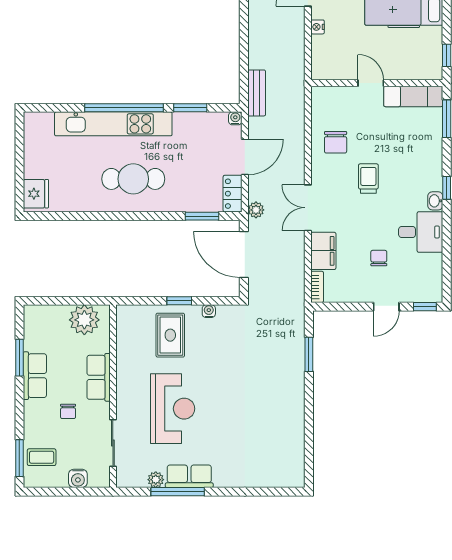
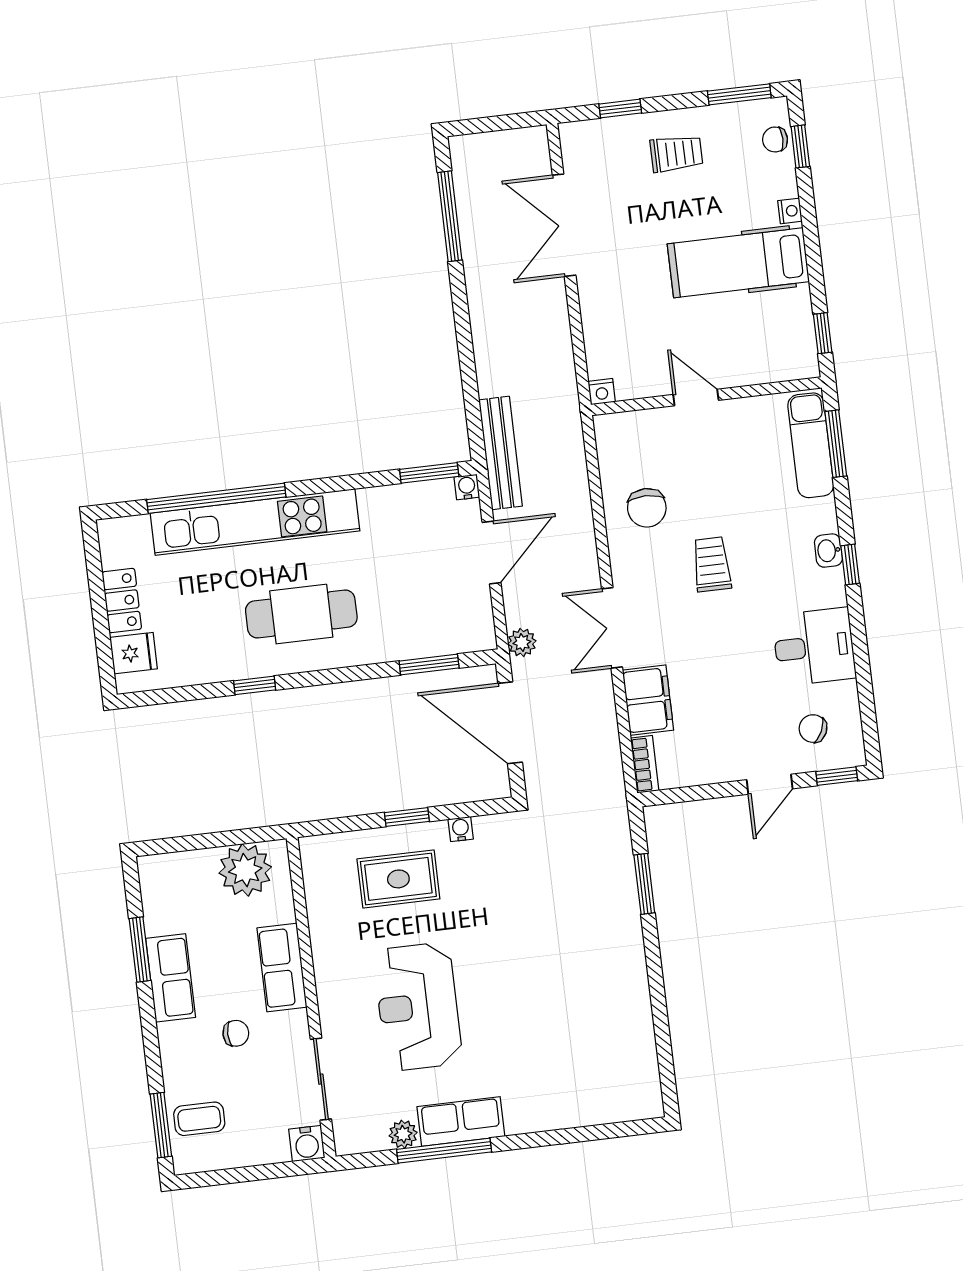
nightstand: (318, 27) -> (602, 392), moved, turned -90
bench: (257, 93) -> (501, 453), width x1.36
exam couch: (413, 96) -> (811, 445), moved, turned 90
window: (124, 108) -> (216, 498), moved
window: (190, 108) -> (429, 473), moved
fridge: (36, 194) -> (134, 653), width x0.72
locker: (233, 194) -> (122, 601), moved, turned 180
washbasin: (435, 201) -> (828, 551), moved
window: (102, 216) -> (255, 685), added
chair: (379, 258) -> (813, 729), moved, turned -65
rug: (170, 335) -> (398, 879), turned 90
reception desk: (173, 409) -> (418, 1007), turned 180
chair: (68, 411) -> (236, 1033), turned -90
water cooler: (78, 478) -> (307, 1144), moved

